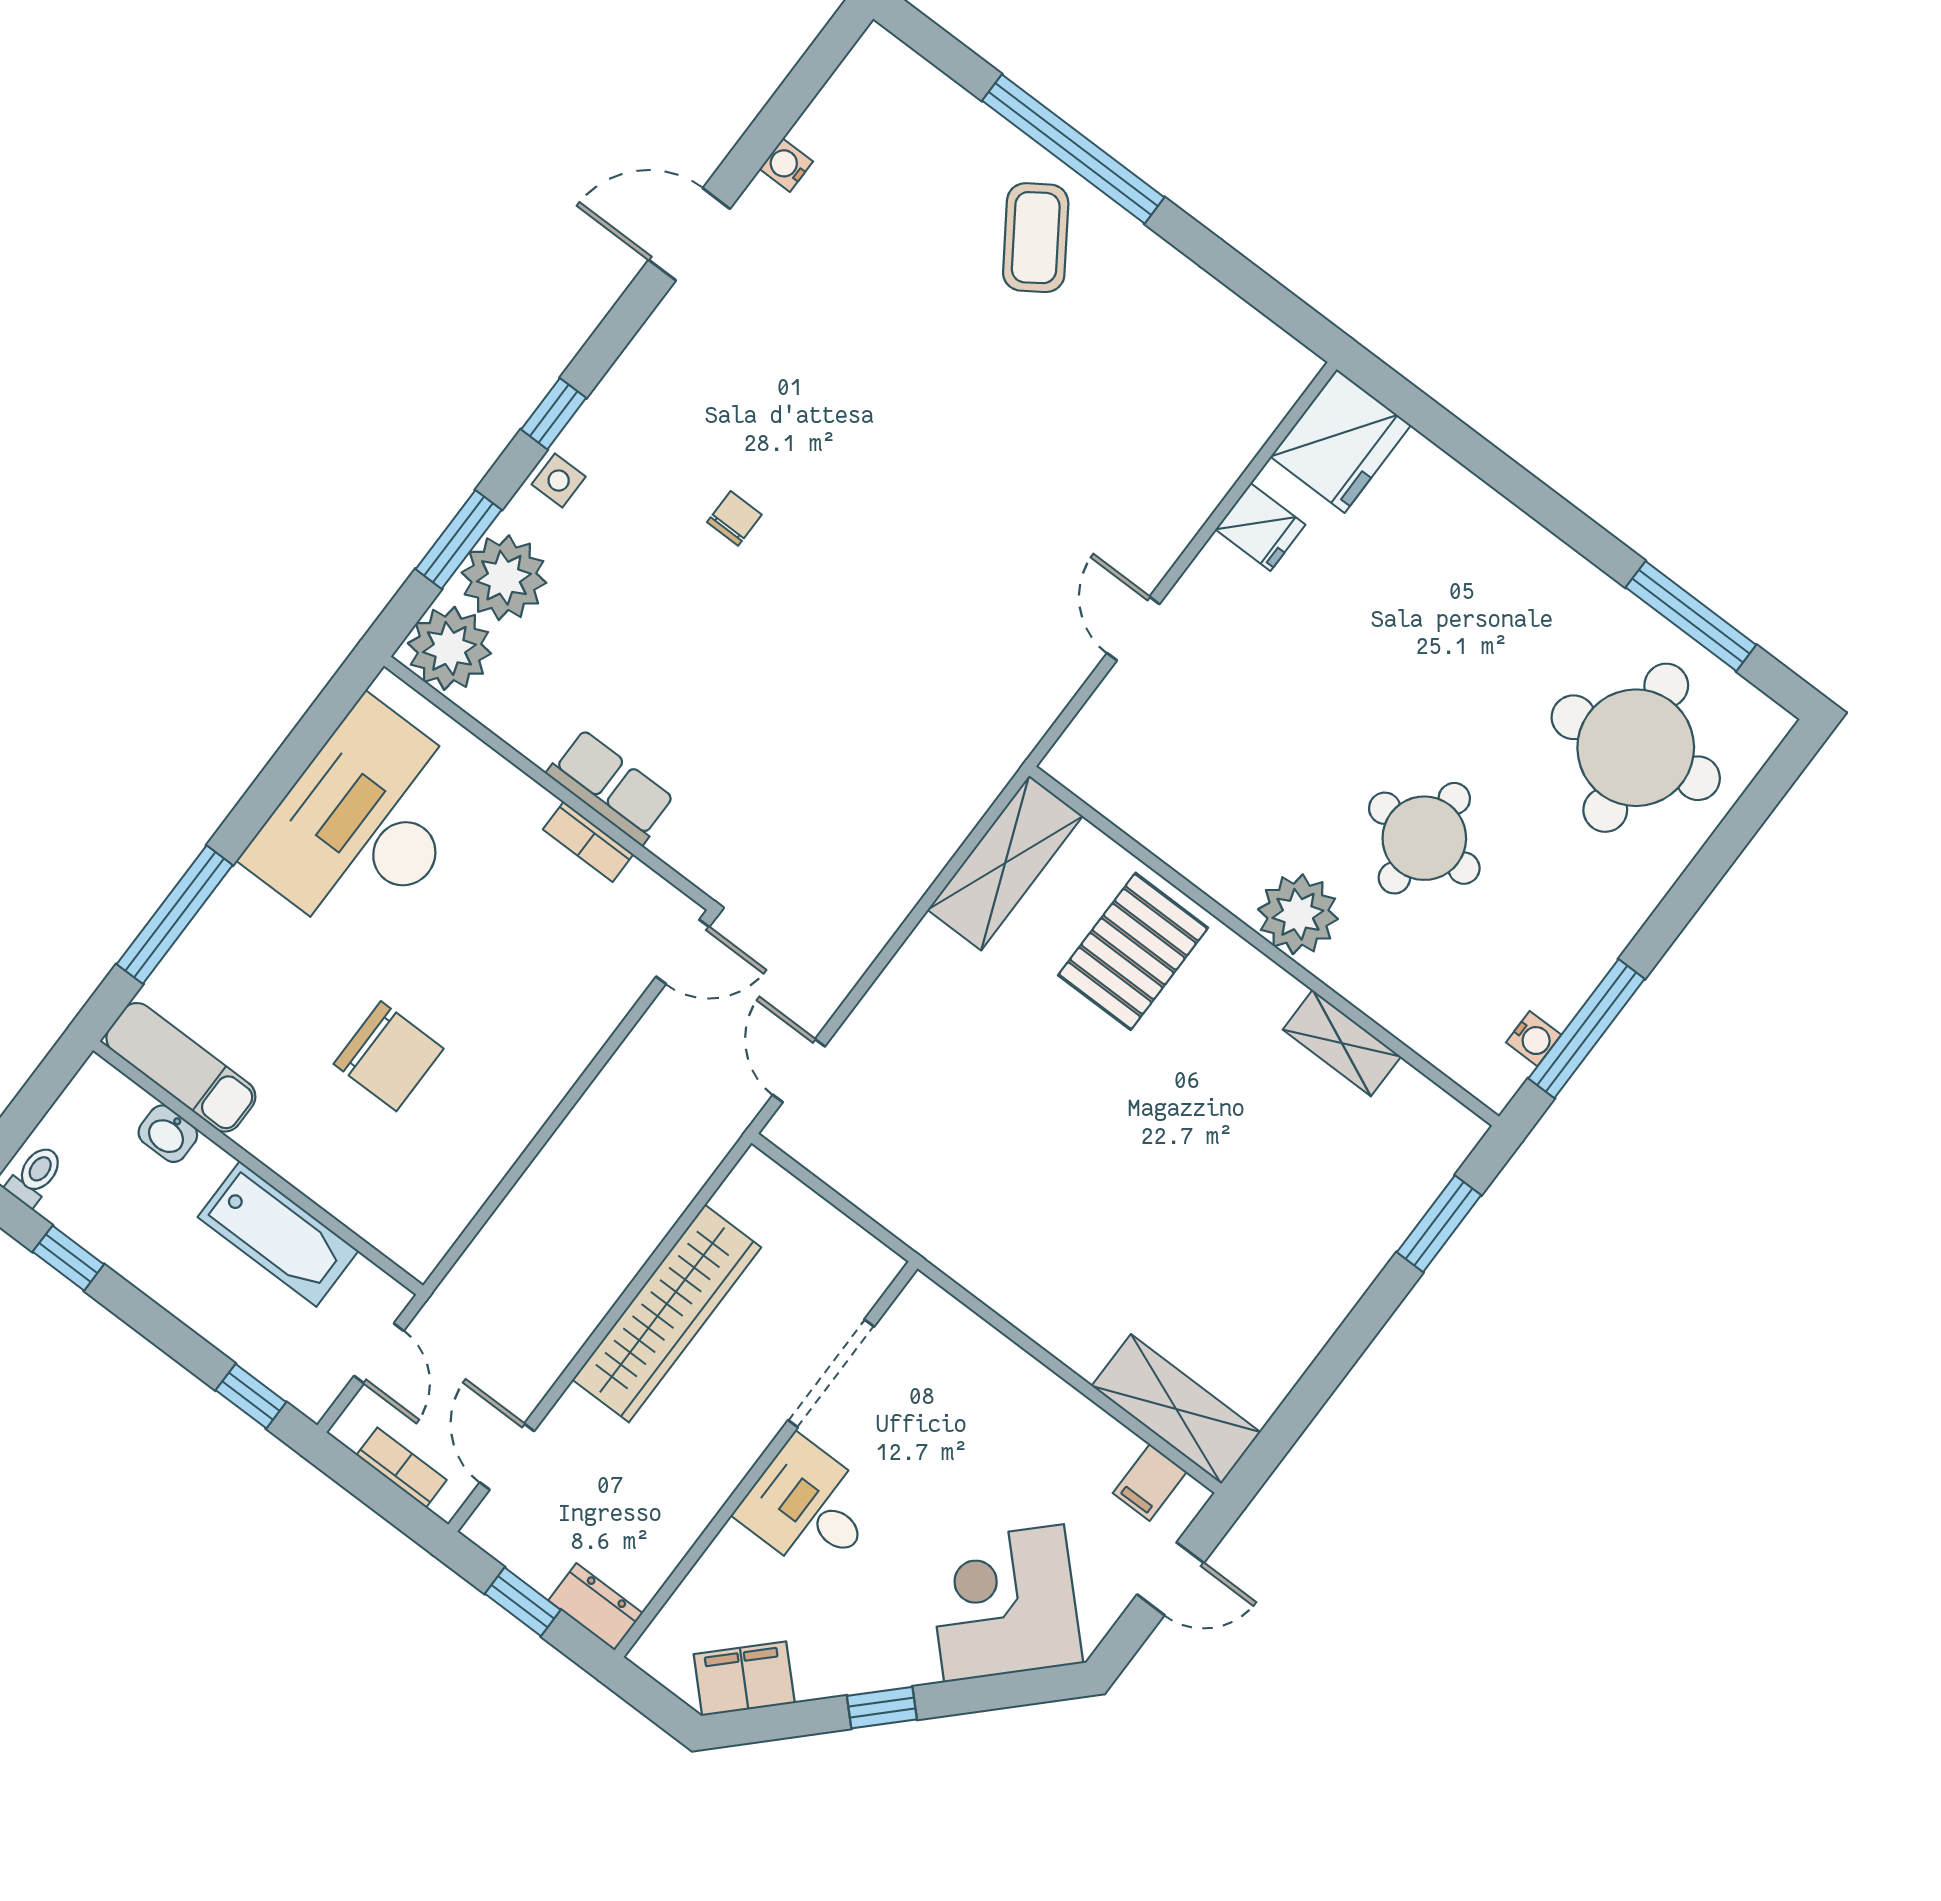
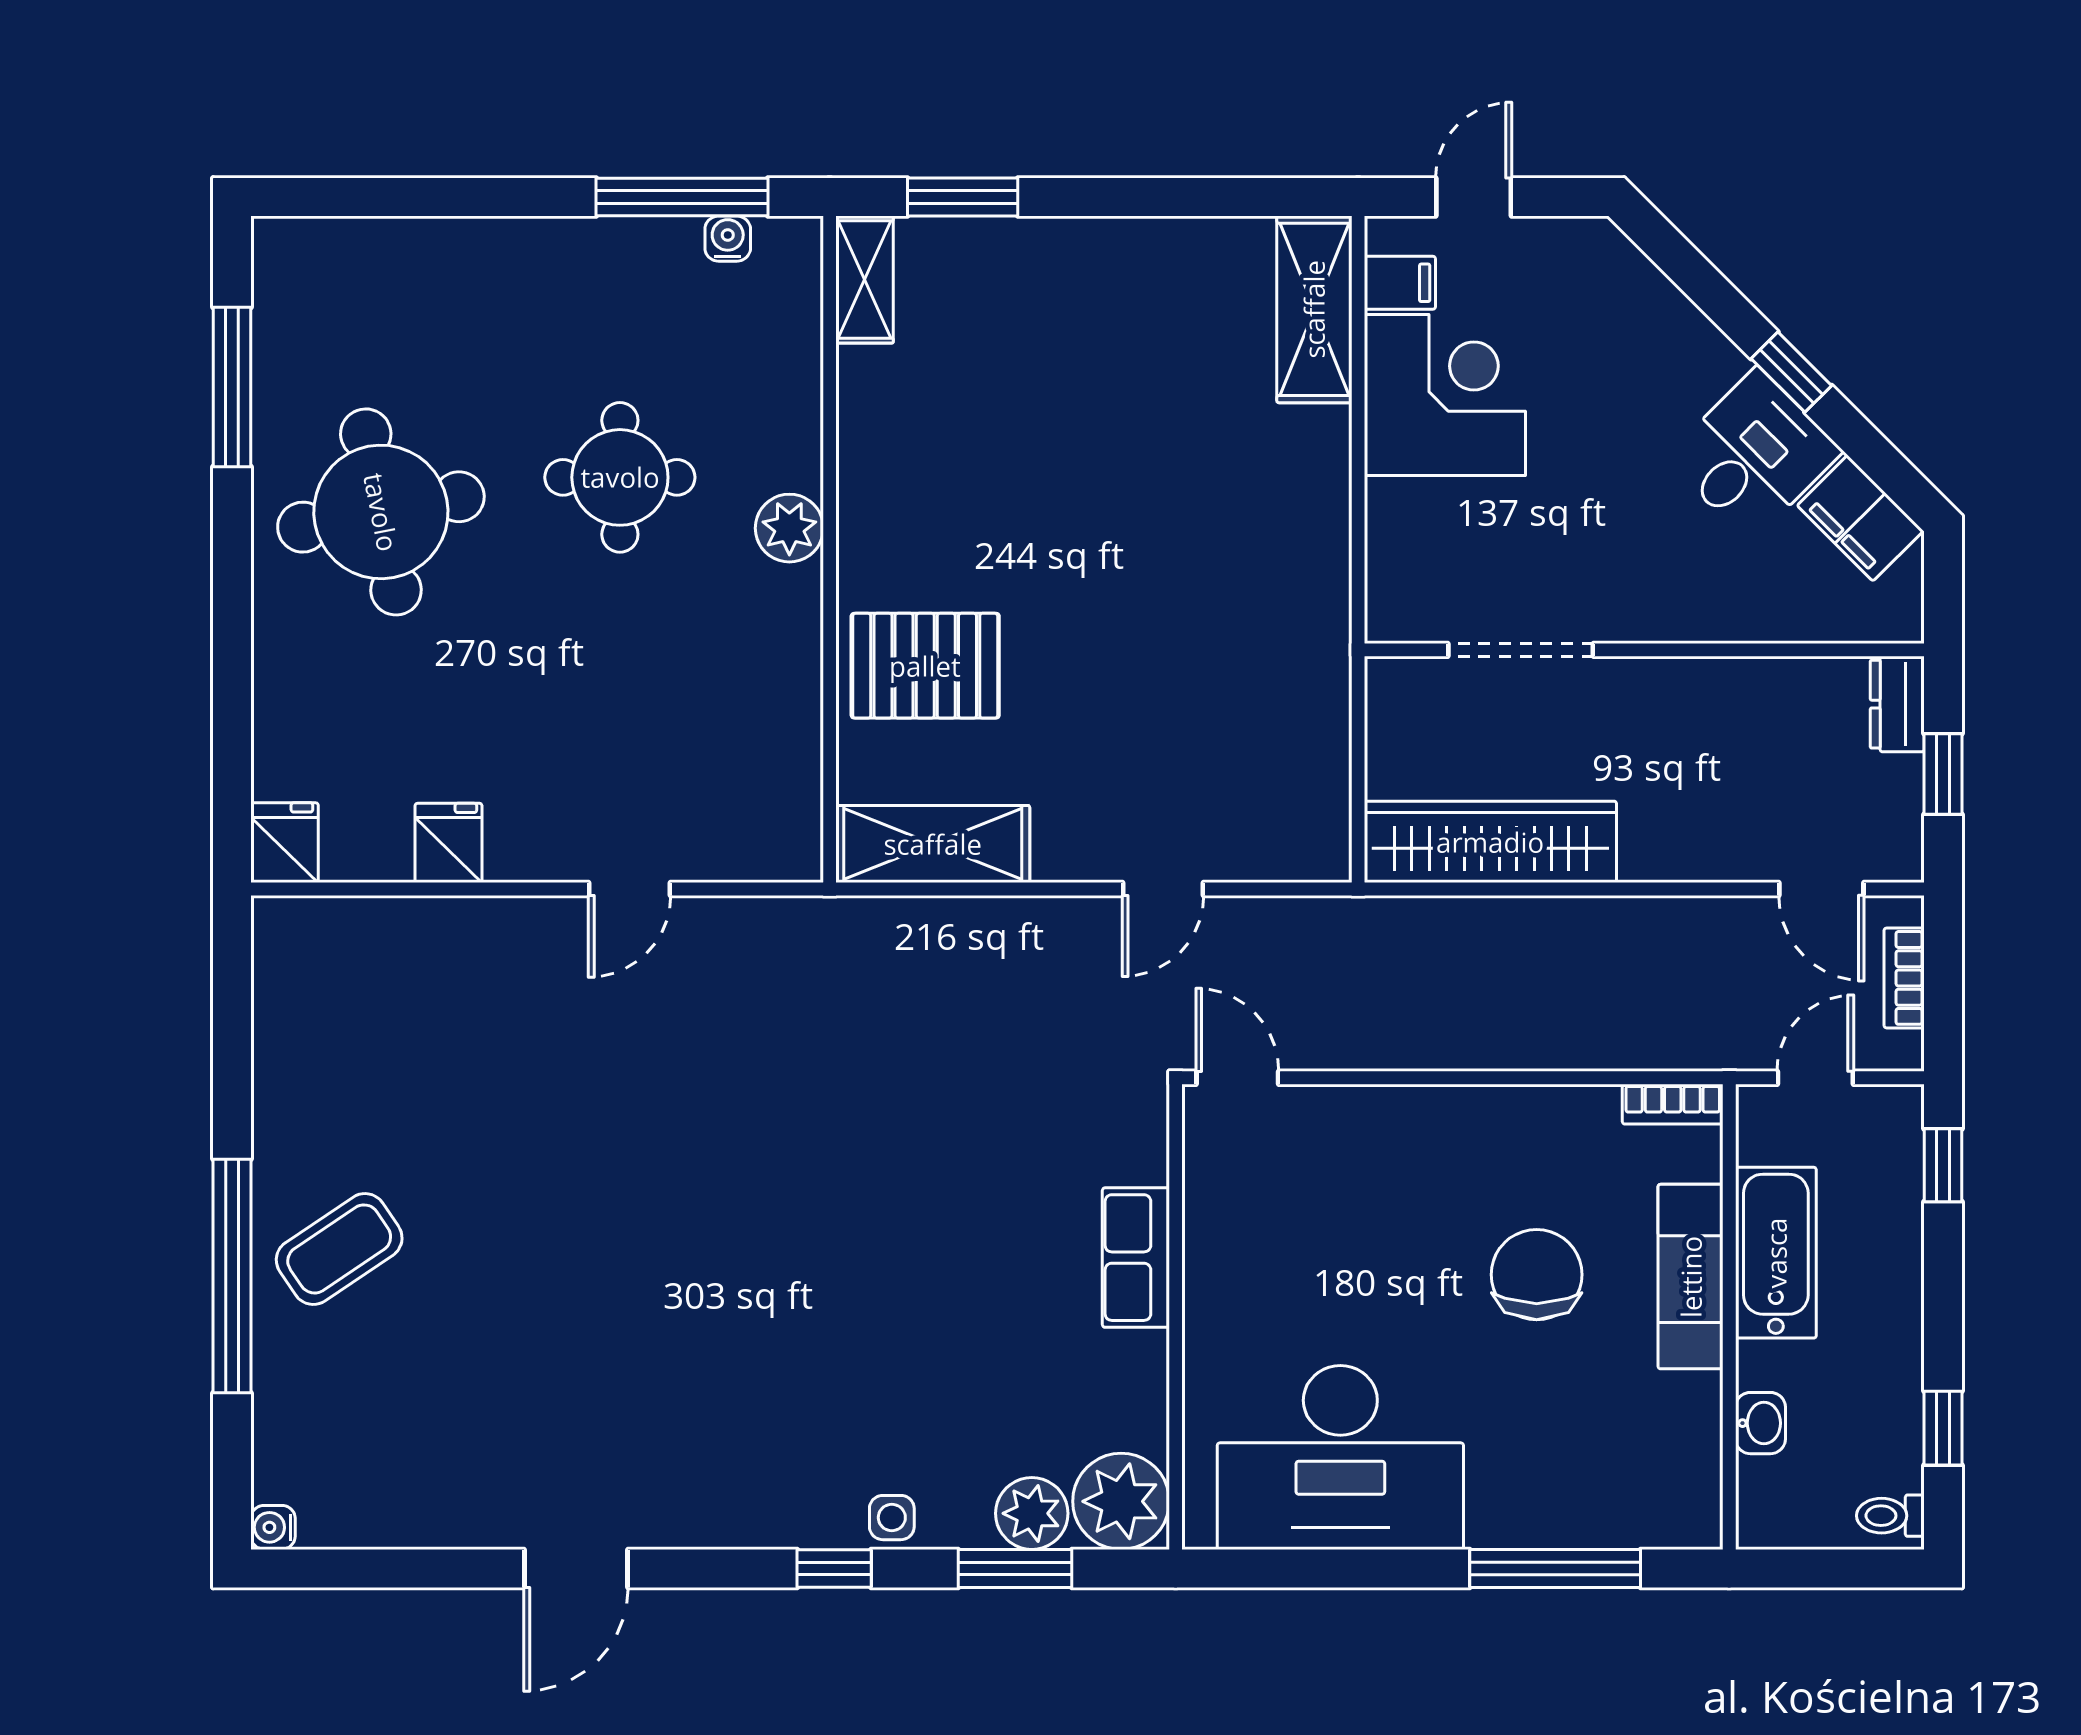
water cooler: (786, 165) -> (273, 1527), moved, turned 90
door: (689, 234) -> (576, 1568), hinge flipped
fridge: (1341, 441) -> (284, 843), width x0.53, depth x0.75
chair: (734, 518) -> (805, 1330), removed
plant: (504, 578) -> (1032, 1513), width x0.73, depth x0.73
round table: (1636, 748) -> (381, 512), moved
bookcase: (588, 842) -> (1673, 1104), moved, turned 90
plant: (1298, 914) -> (789, 528), width x0.73, depth x0.73
shelving: (1342, 1043) -> (865, 280), moved
exam couch: (181, 1067) -> (1691, 1277), moved
door: (799, 1071) -> (1163, 889), moved
wardrobe: (667, 1313) -> (1490, 842), moved
door: (507, 1457) -> (1821, 889), hinge flipped
desk: (809, 1508) -> (1754, 455), moved, turned -135
door: (1171, 1579) -> (1474, 197), hinge flipped
corner desk: (1004, 1603) -> (1445, 395), moved, turned -135

